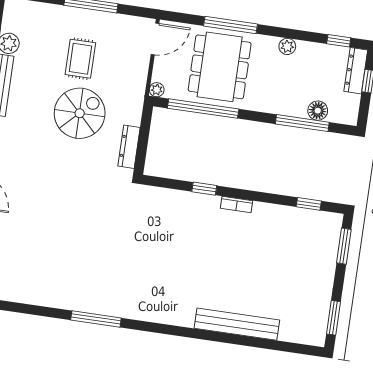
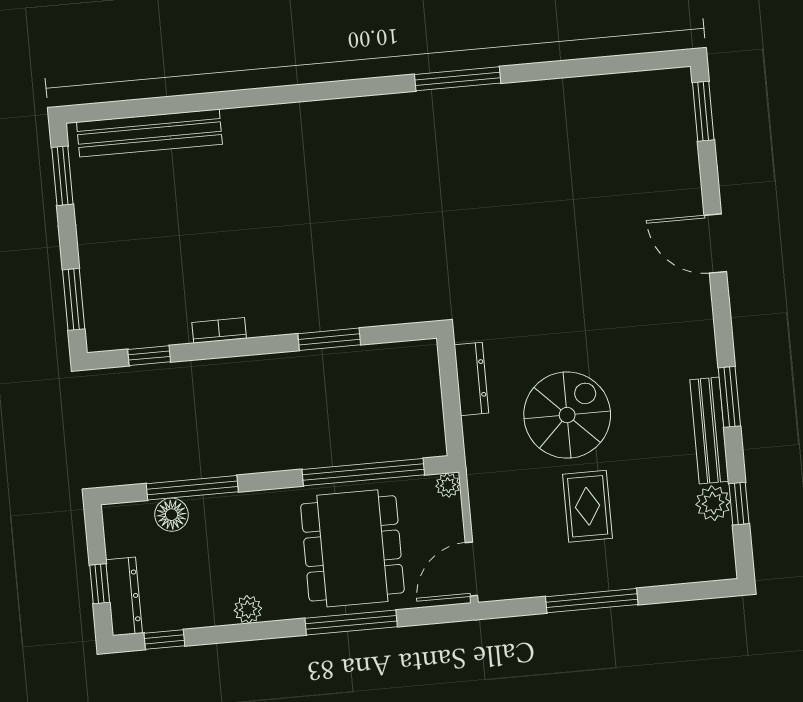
spiral stairs: (80, 113) -> (567, 415), turned 180
window: (204, 189) -> (329, 339), width x1.50
bookcase: (237, 204) -> (219, 330), moved
bench: (237, 324) -> (149, 133), moved

